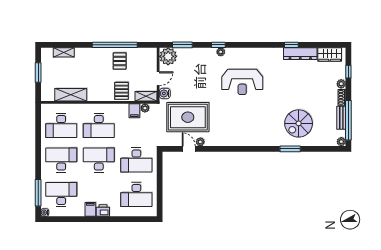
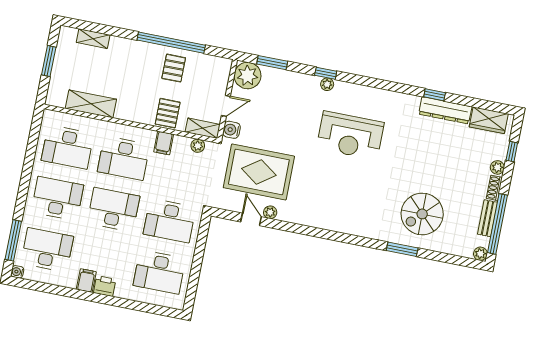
filing cabinet: (134, 111) -> (164, 143), moved

